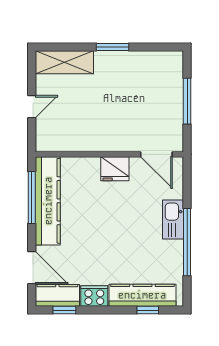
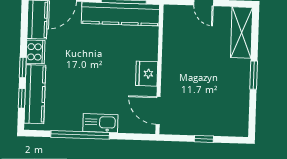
window: (187, 101) -> (204, 139), width x0.46
door: (156, 154) -> (158, 110), hinge flipped
window: (64, 310) -> (23, 68), moved

